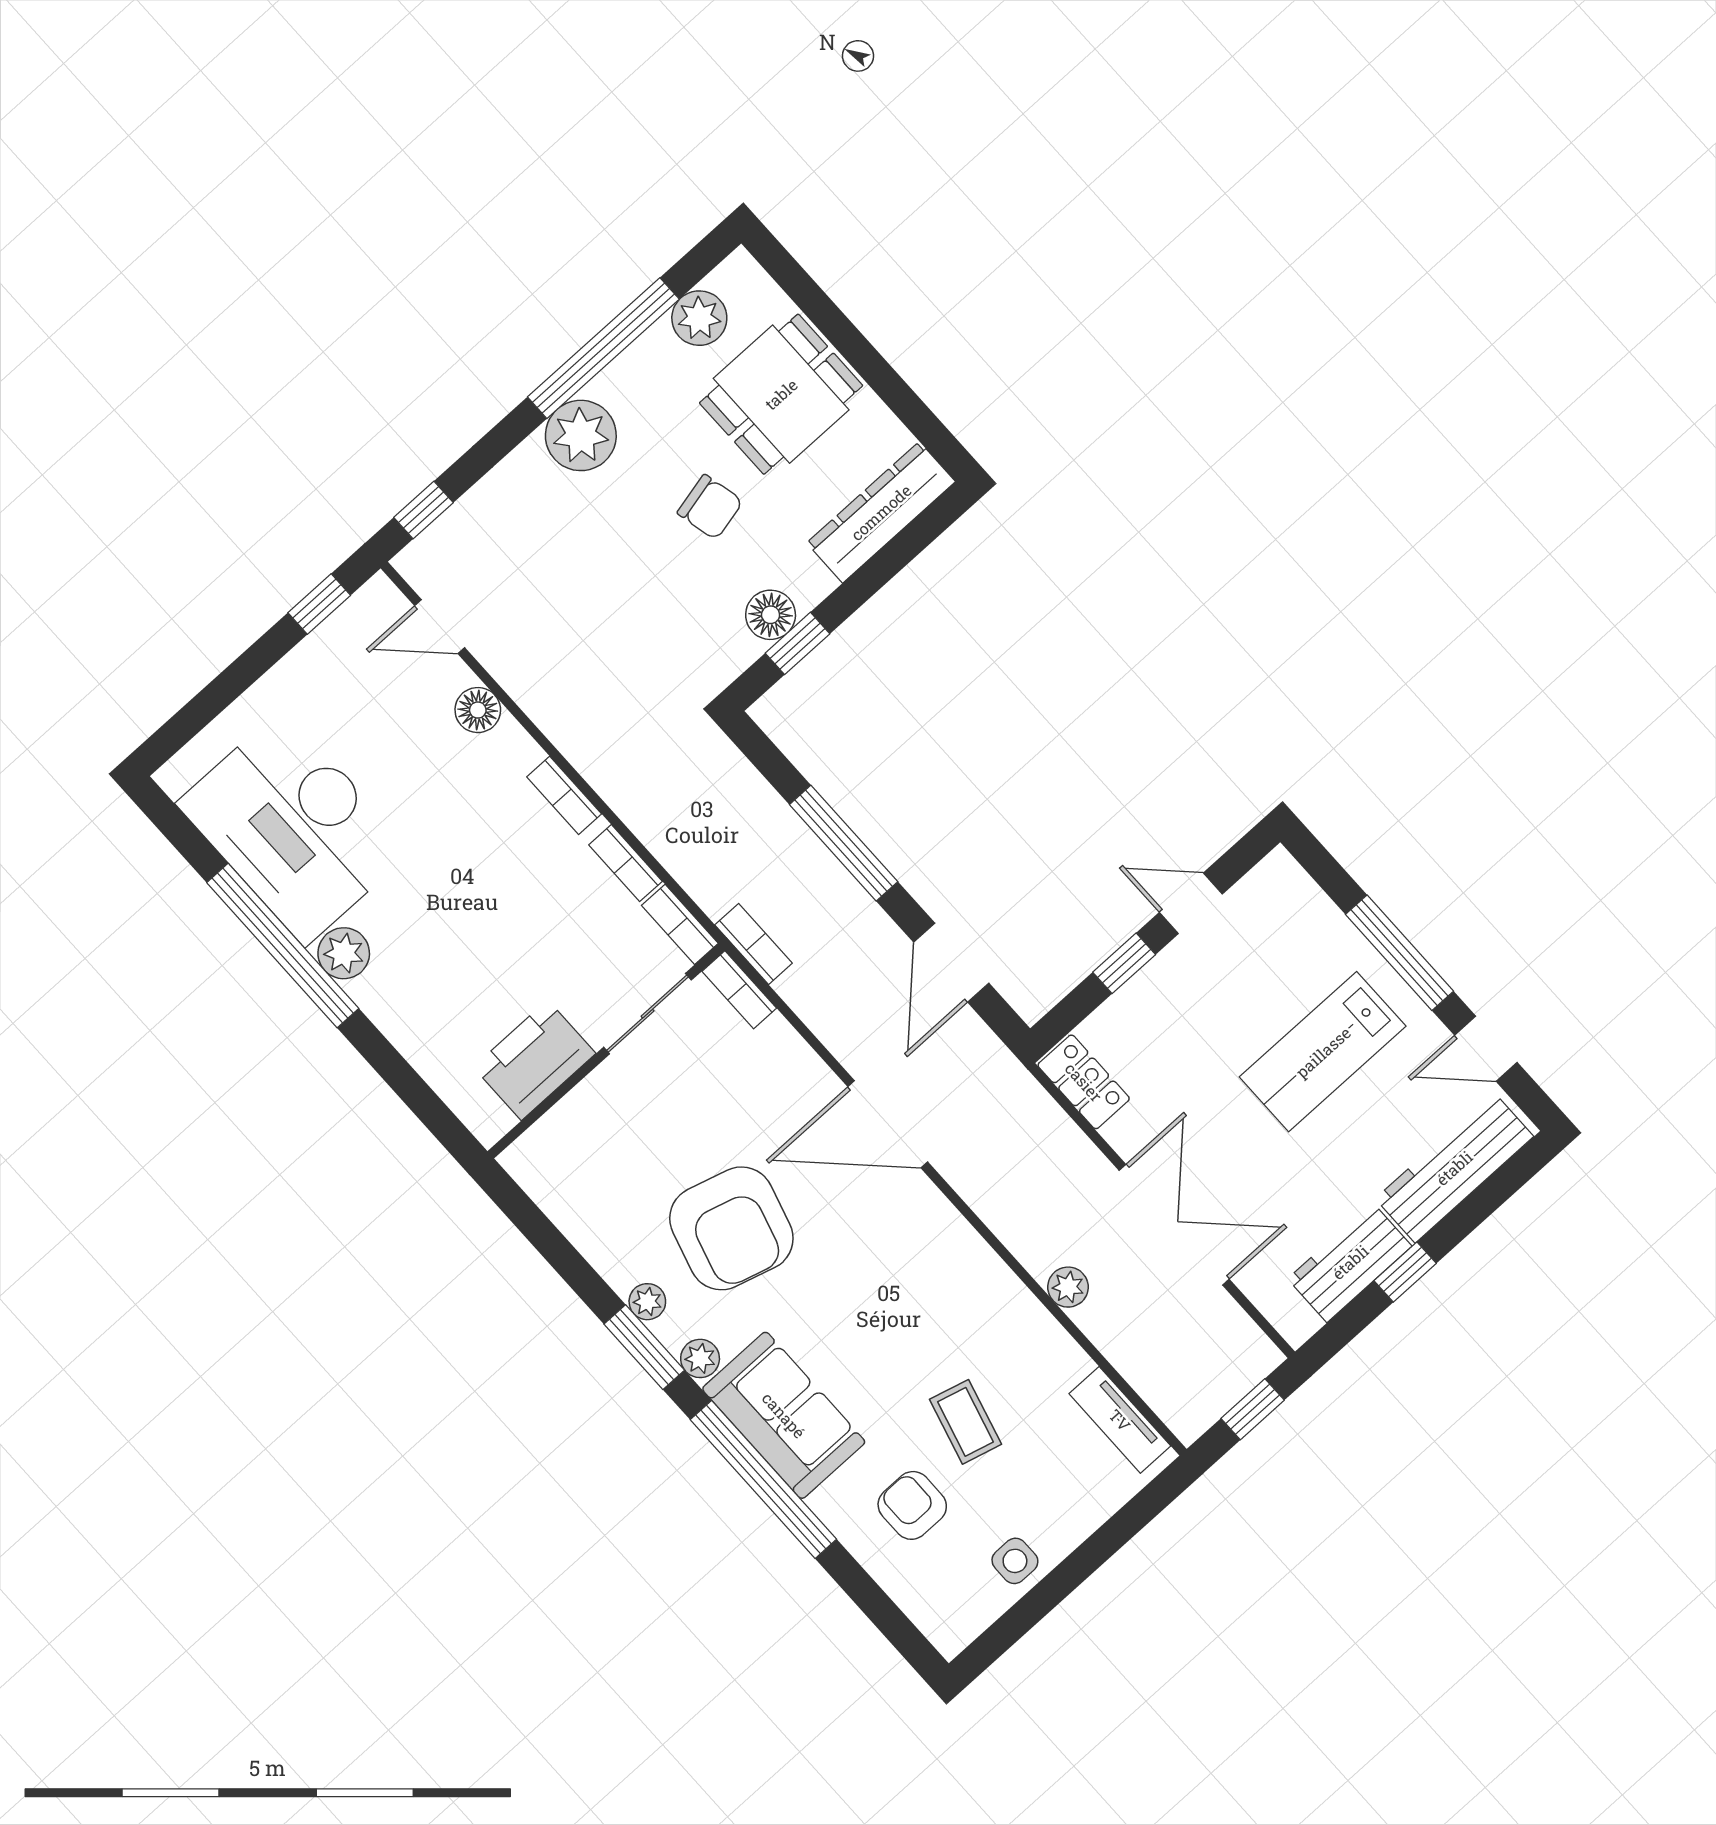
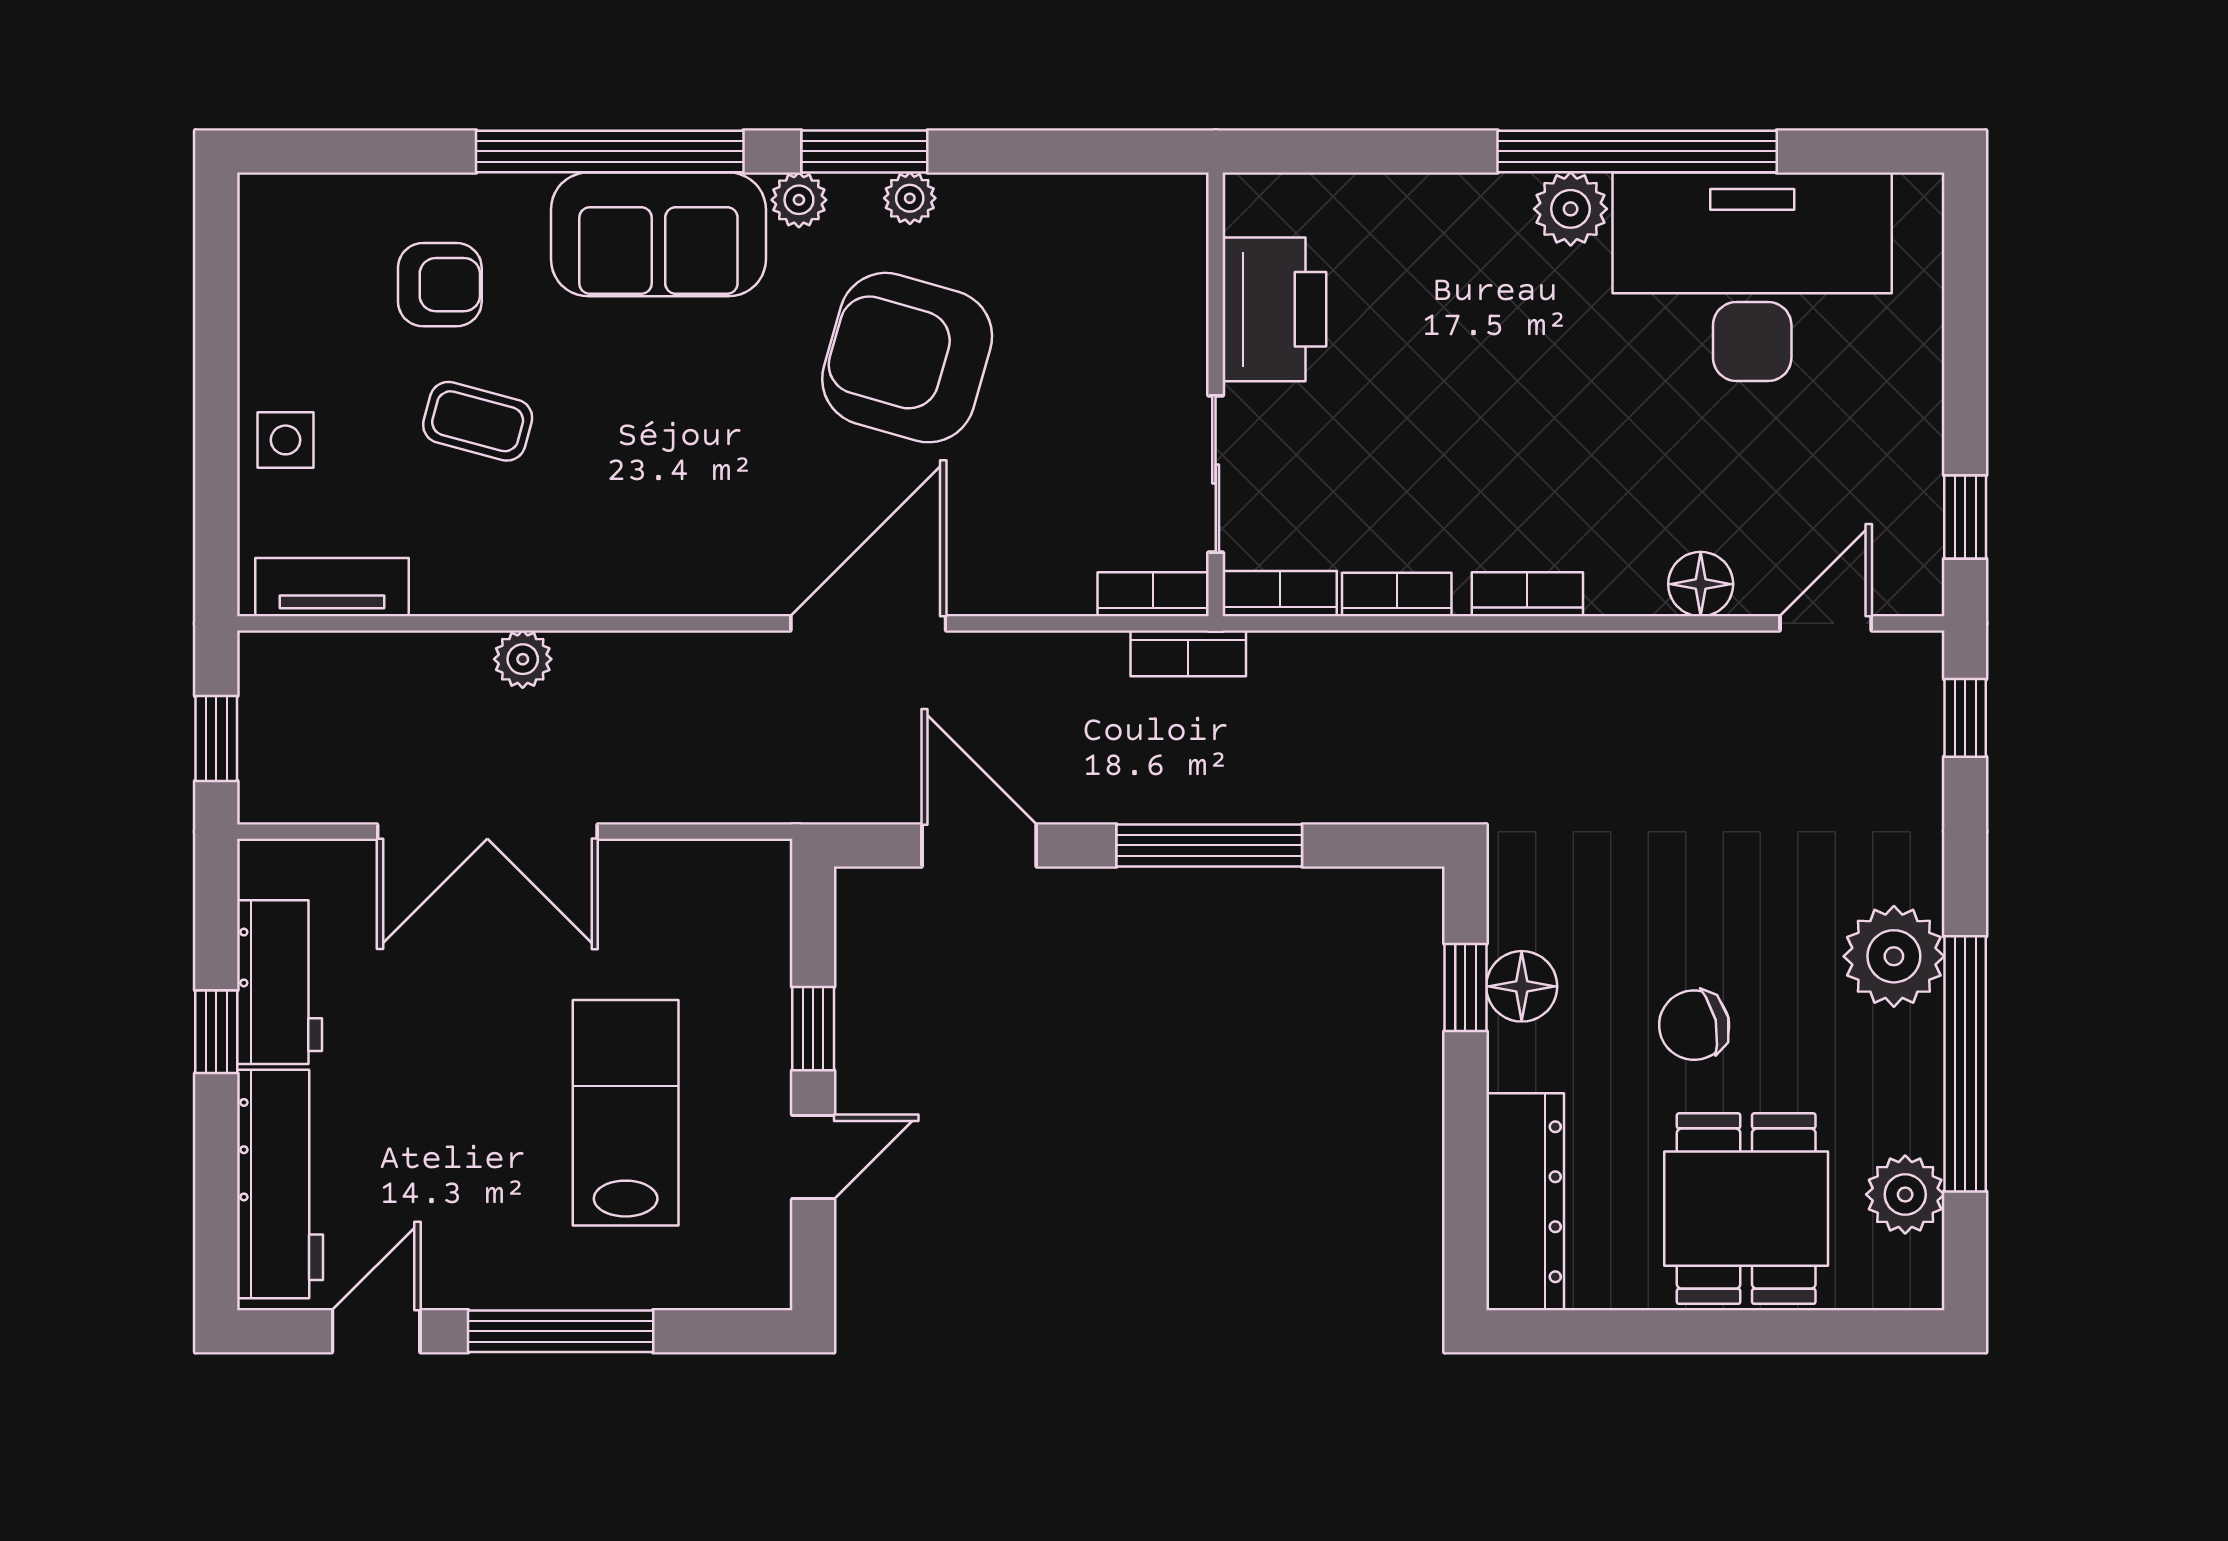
lab bench: (1323, 1052) -> (626, 1113), moved
locker: (1084, 1082) -> (726, 872), removed
side table: (1015, 1561) -> (286, 440), moved

